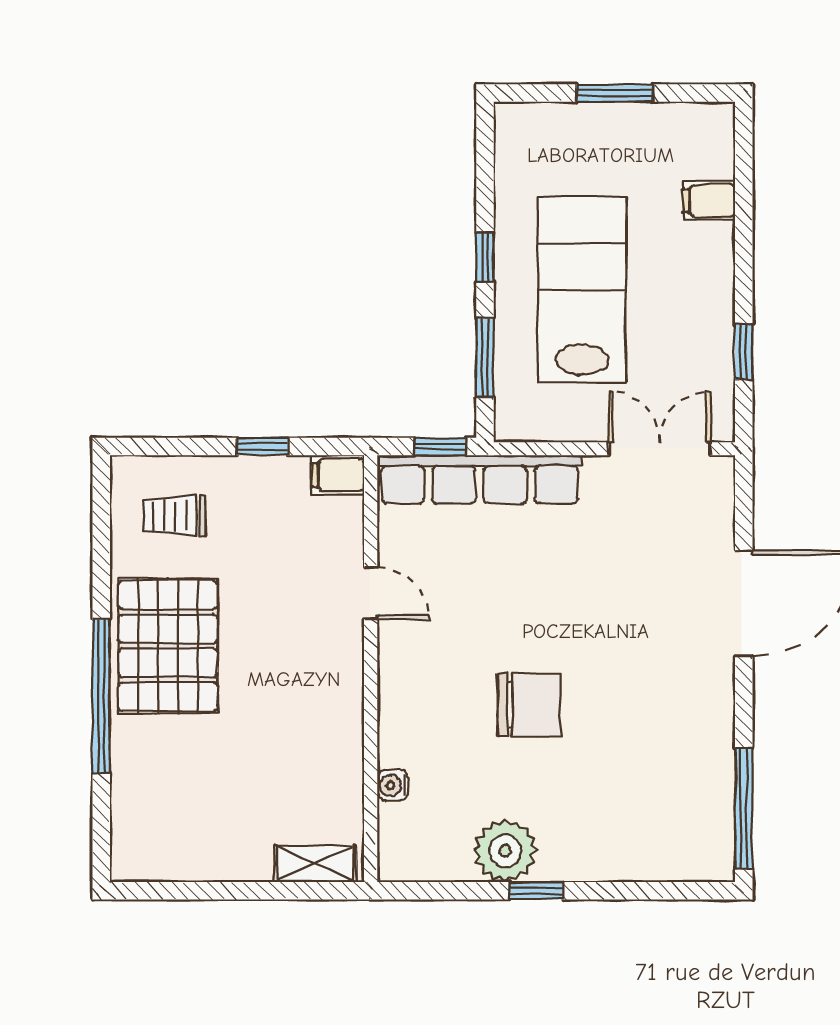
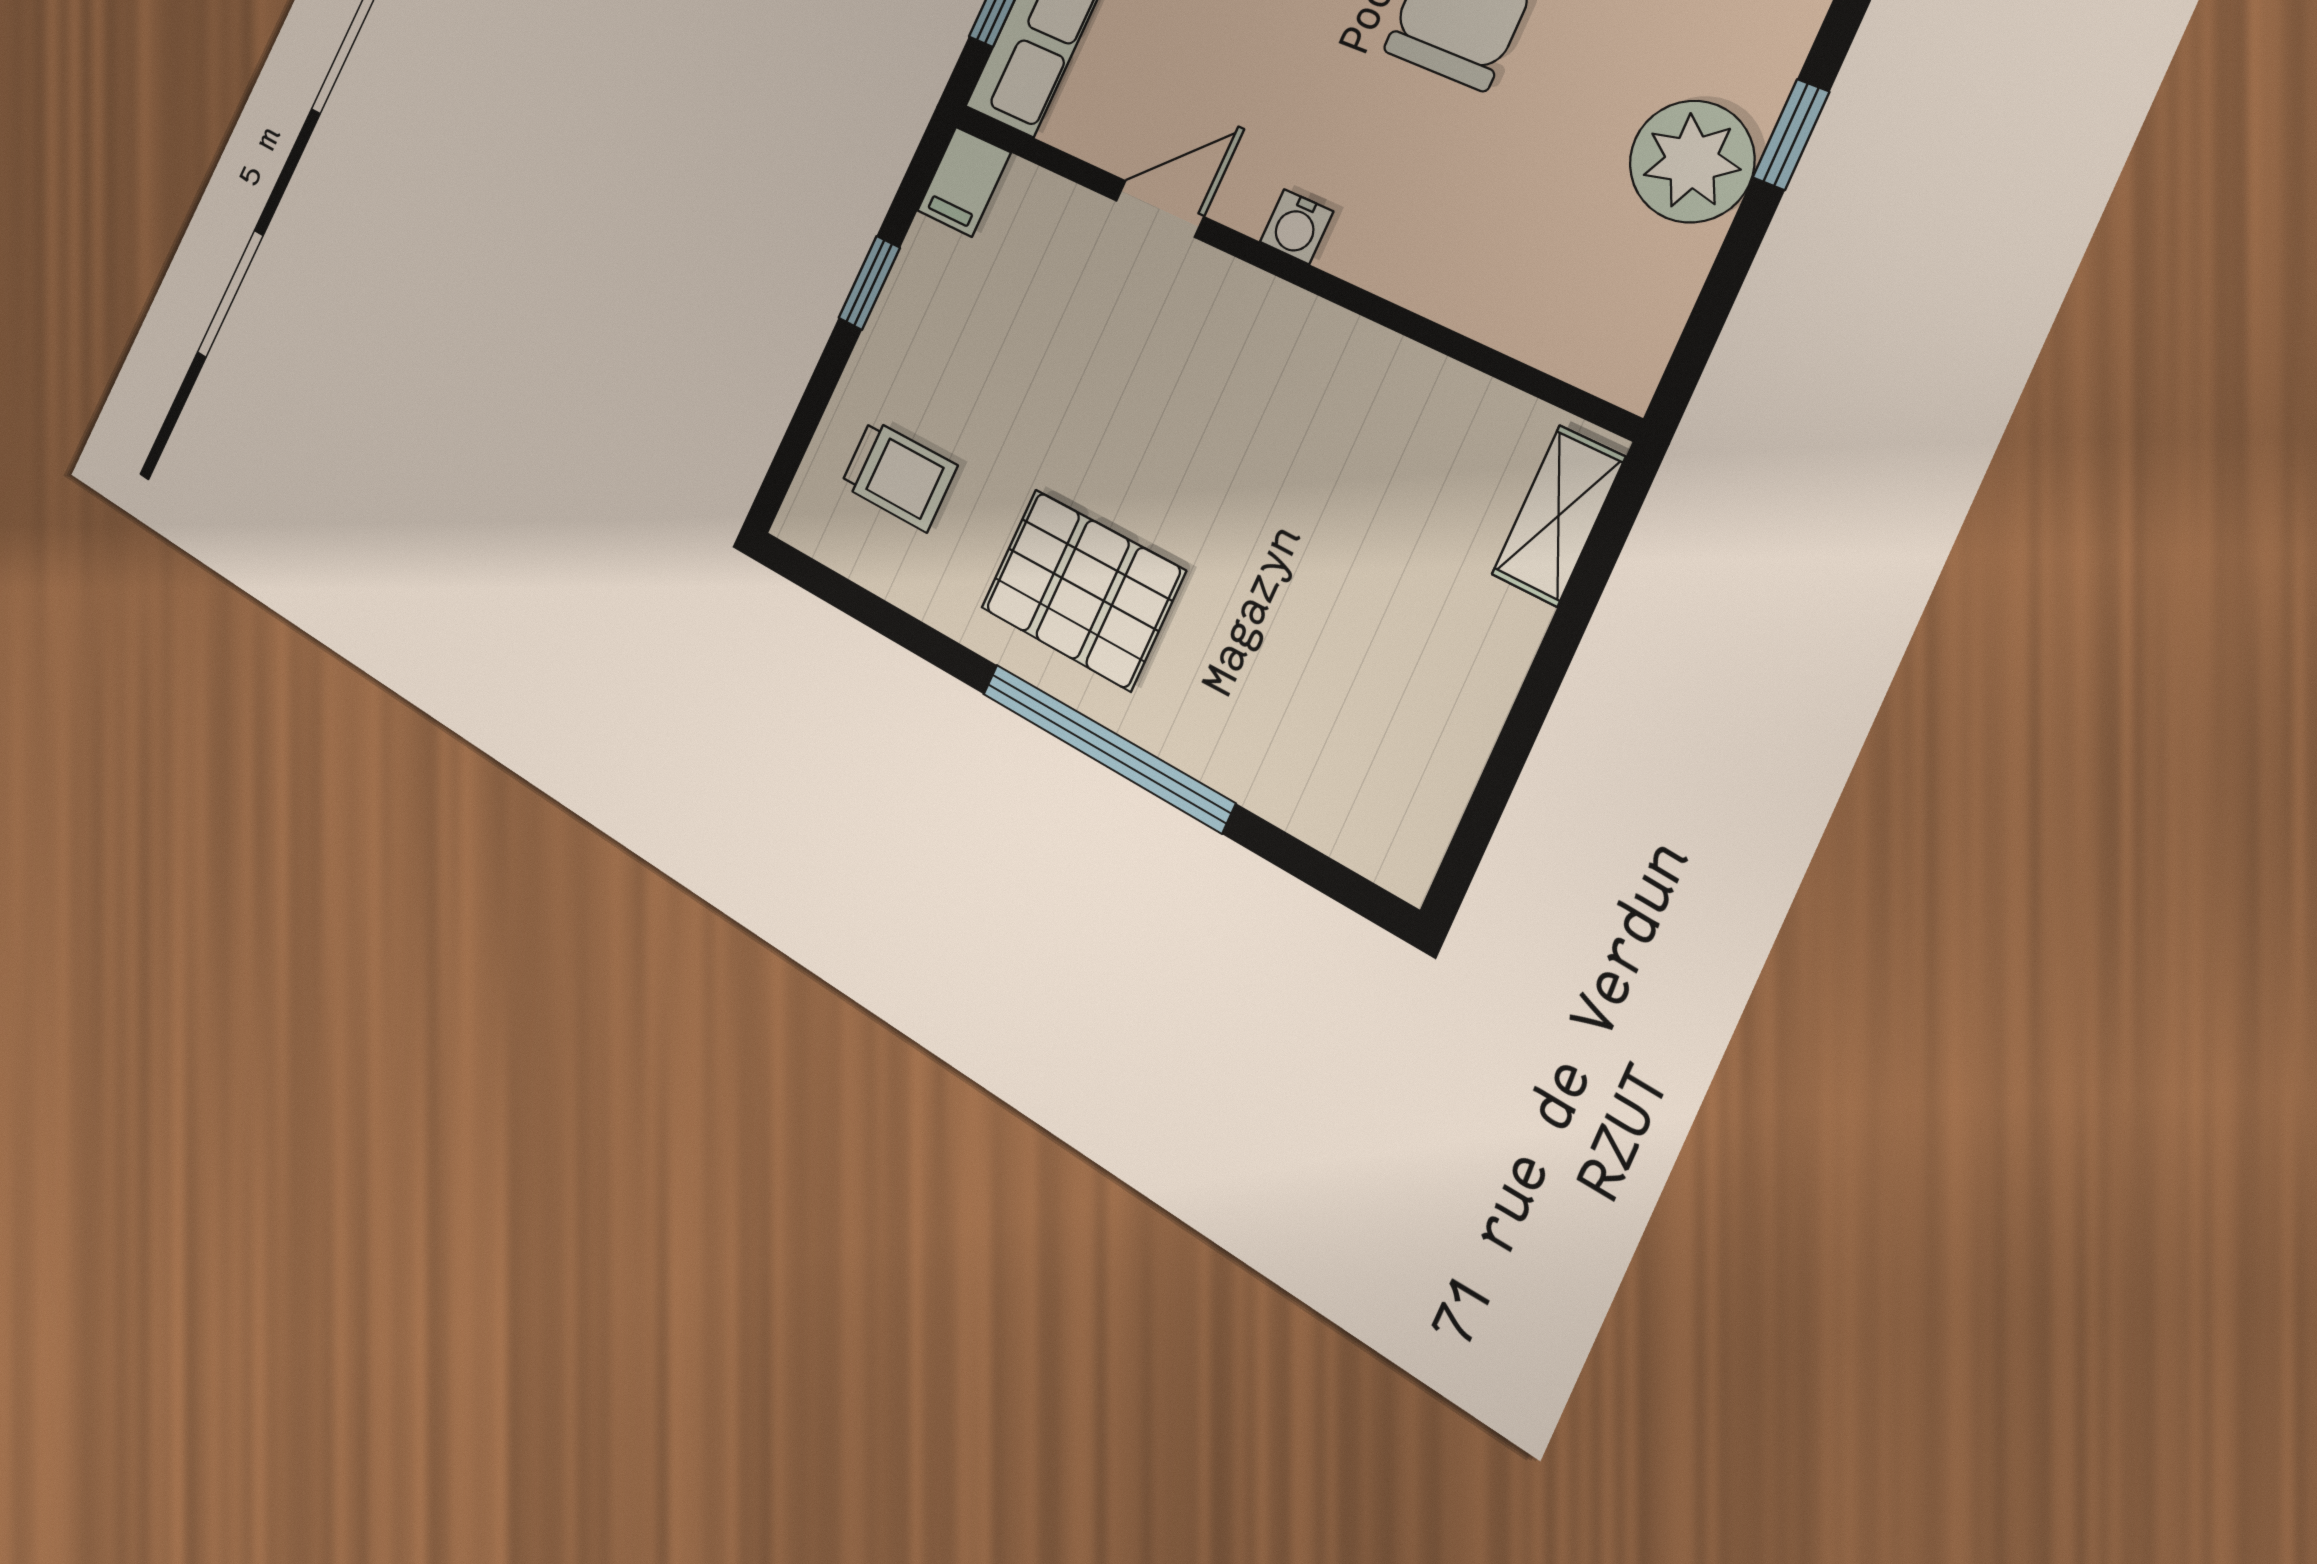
trolley: (174, 516) -> (899, 475), turned -90
pallet: (168, 646) -> (1083, 589), width x0.73, depth x0.71
water cooler: (393, 785) -> (1297, 227), moved

